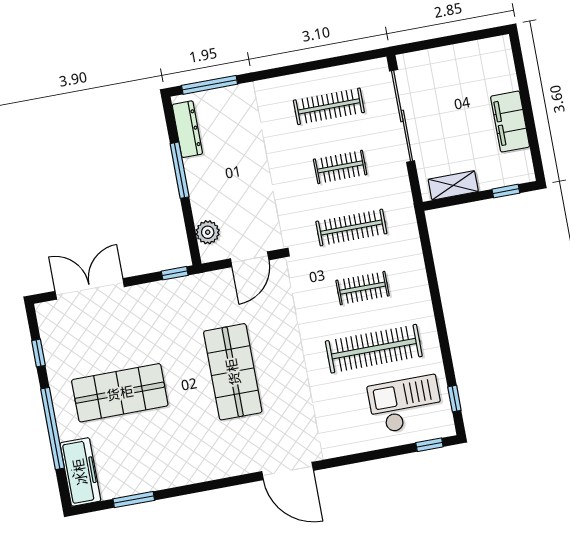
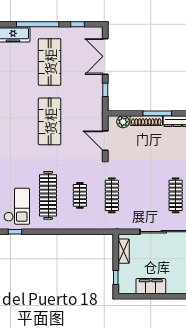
clothes rail: (340, 167) -> (144, 195), removed
shoe rack: (197, 189) -> (146, 121), added
window: (175, 273) -> (105, 90), moved
double door: (90, 289) -> (105, 56), swing flipped
shop shelf: (233, 372) -> (50, 121), turned 90

